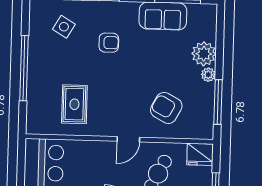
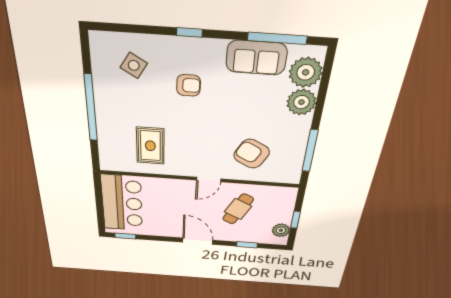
plant: (208, 75) -> (306, 72), moved, width x1.87, depth x1.87
fridge: (200, 154) -> (283, 196), removed

